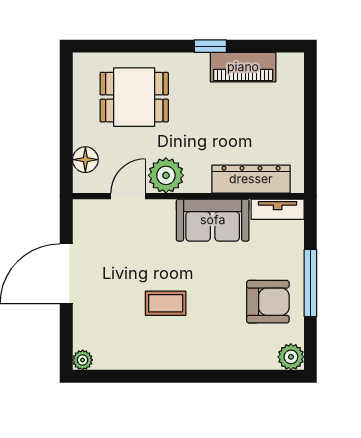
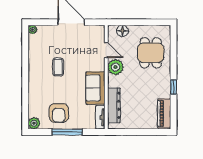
piano: (243, 67) -> (164, 113), moved

